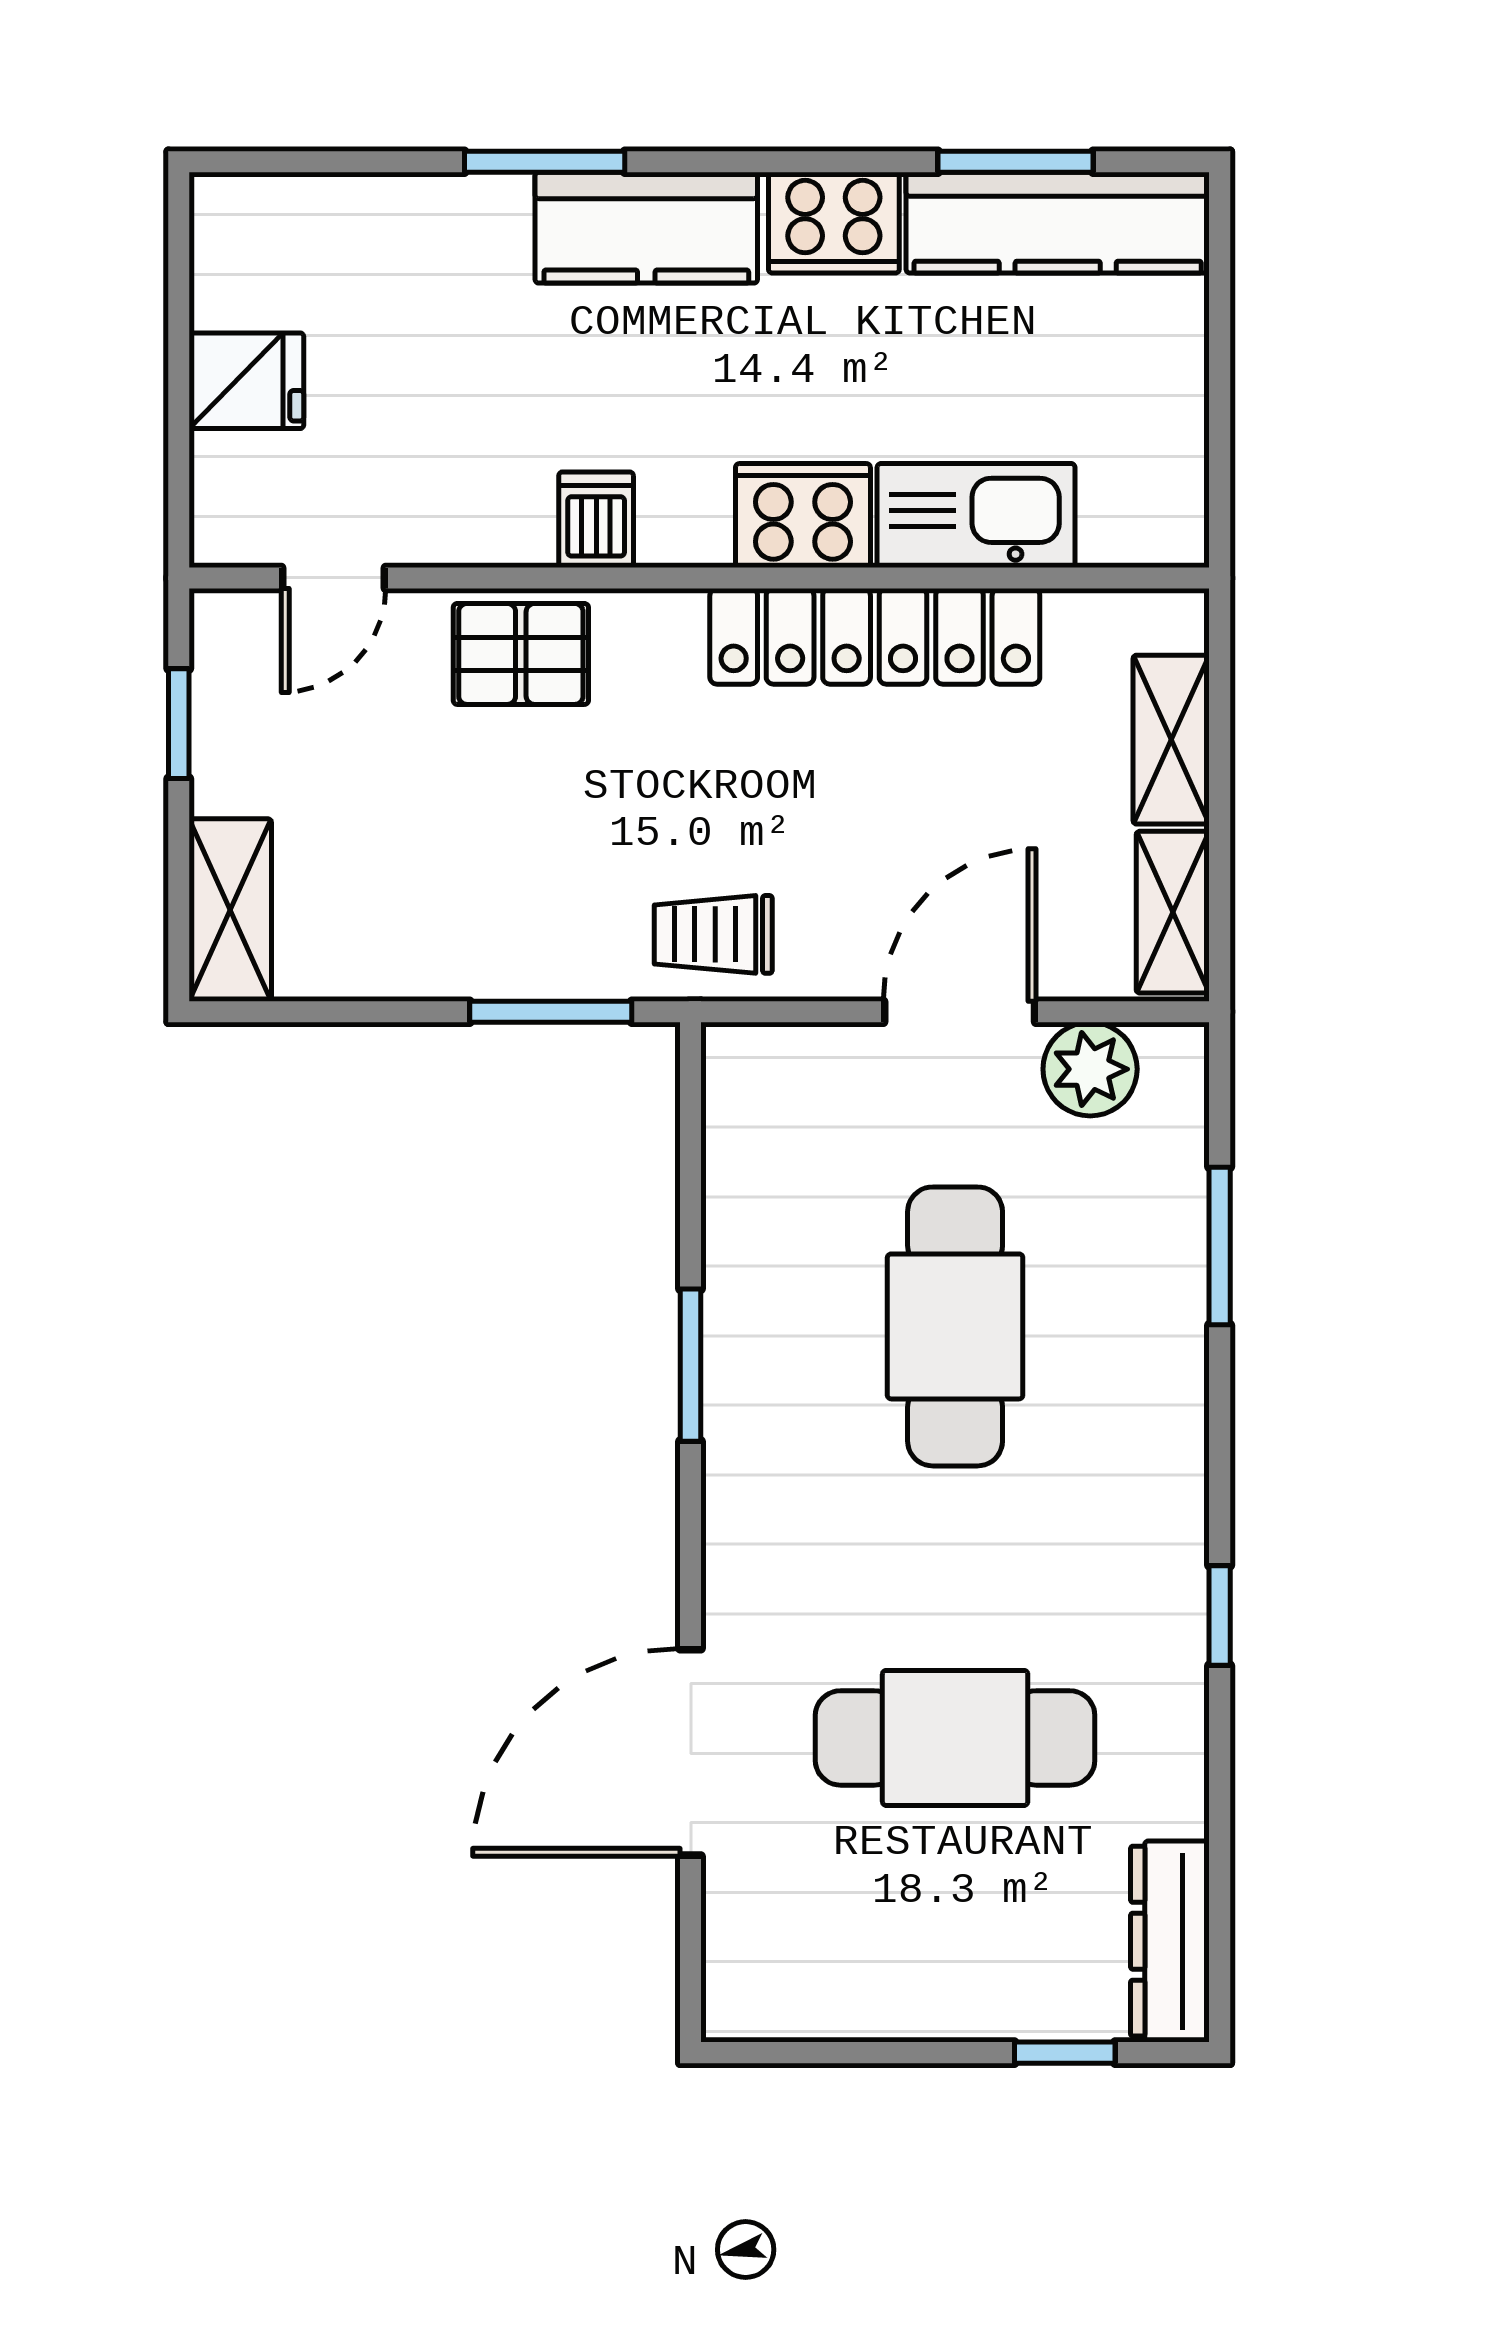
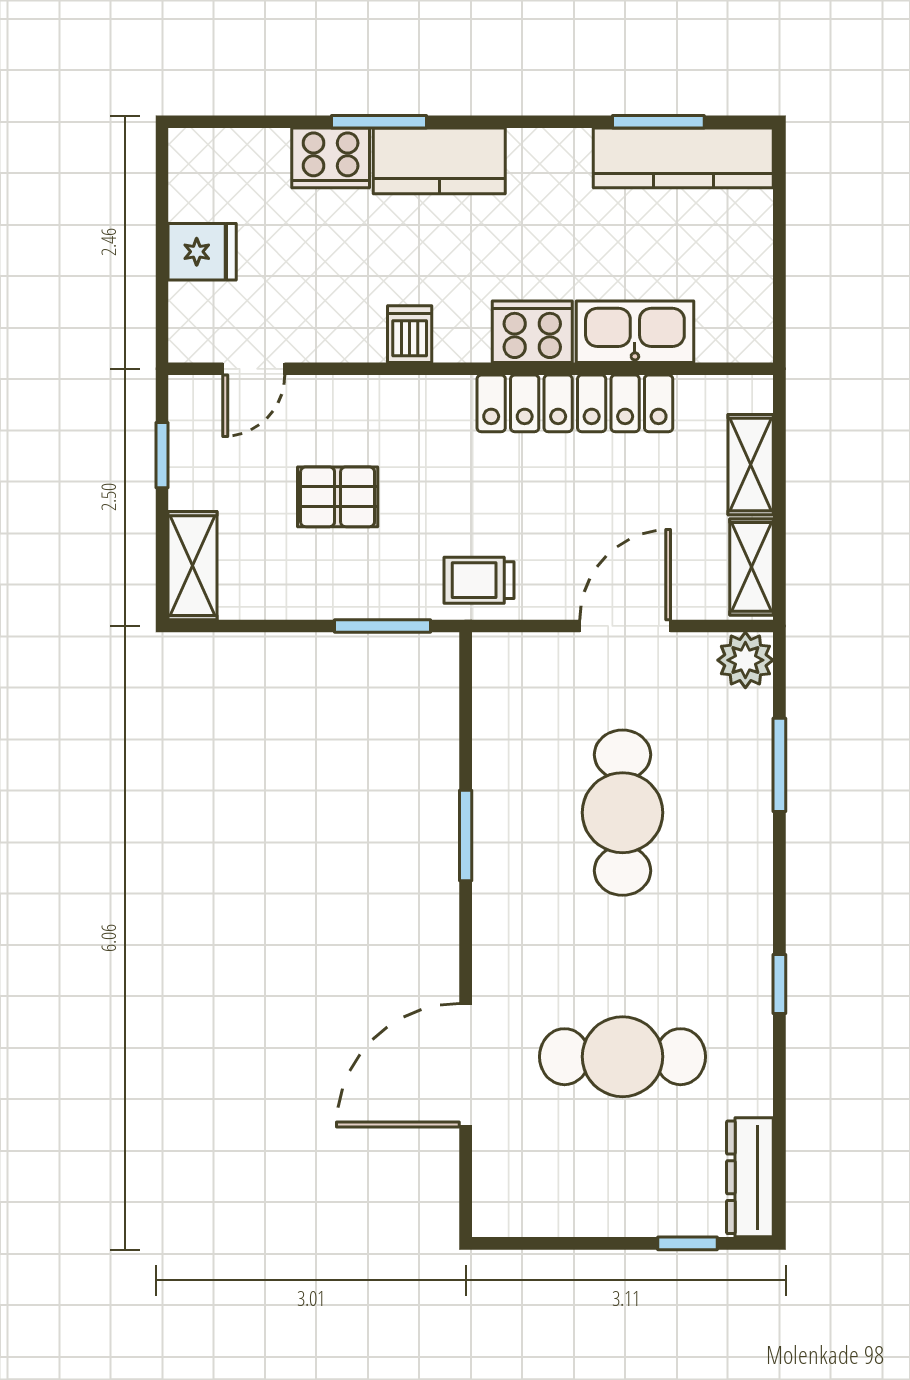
cooker: (834, 223) -> (331, 158), moved
pallet: (521, 654) -> (338, 497), moved
plant: (1090, 1069) -> (745, 660), moved

